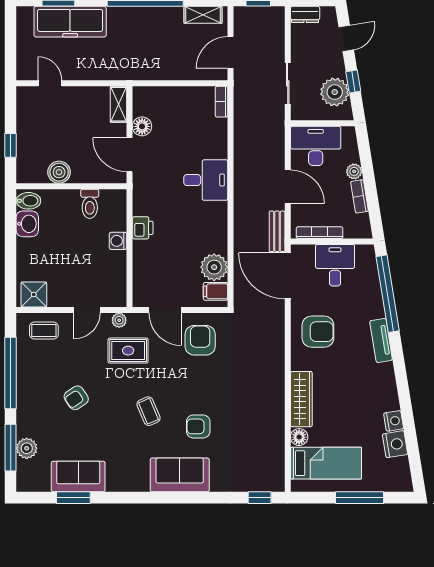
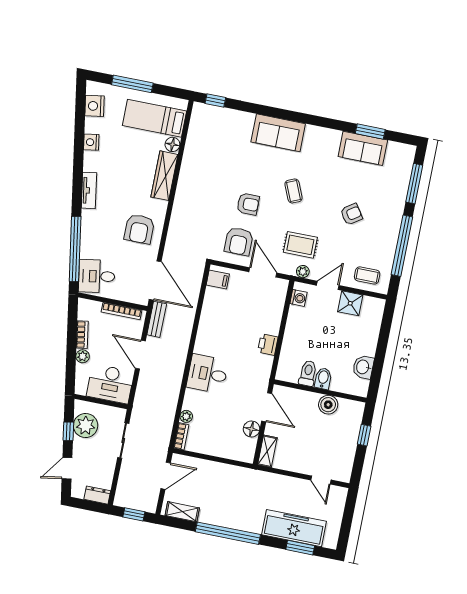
bidet: (28, 201) -> (323, 379), moved, turned 90
washing machine: (118, 241) -> (298, 298), moved
desk: (335, 265) -> (97, 276), moved, turned 81
plant: (214, 267) -> (186, 416), moved, width x0.53, depth x0.53
shower: (34, 294) -> (350, 303), moved
armchair: (318, 332) -> (139, 229), turned -90
tv unit: (381, 340) -> (89, 190), moved
armchair: (198, 426) -> (248, 204), moved
nightstand: (395, 444) -> (95, 106), moved
plant: (27, 448) -> (401, 180), removed

